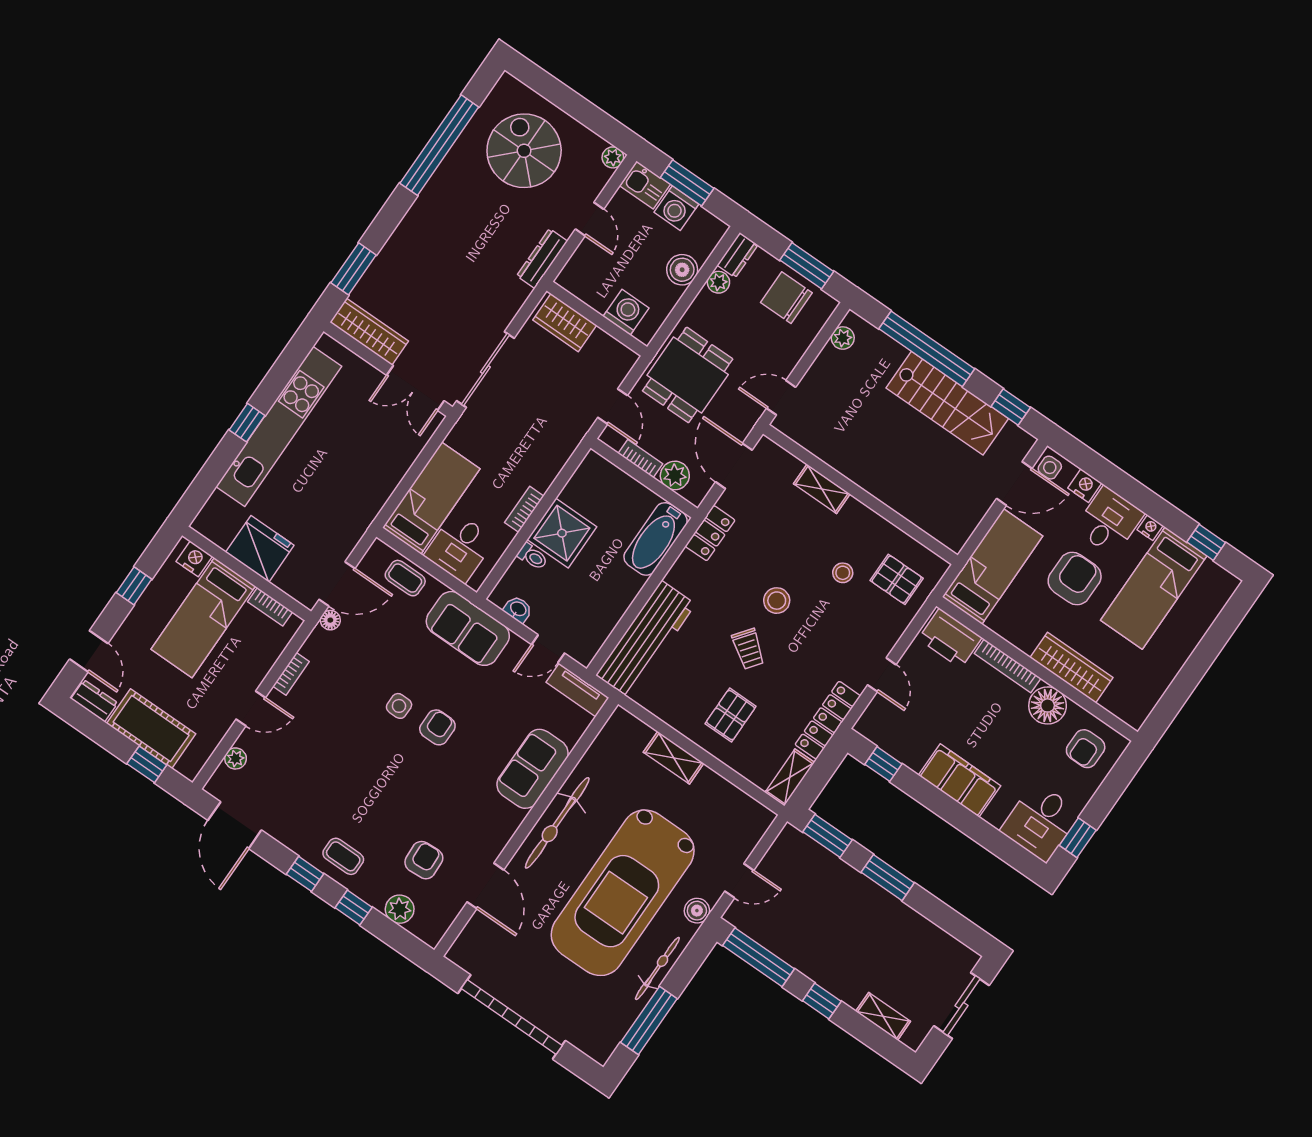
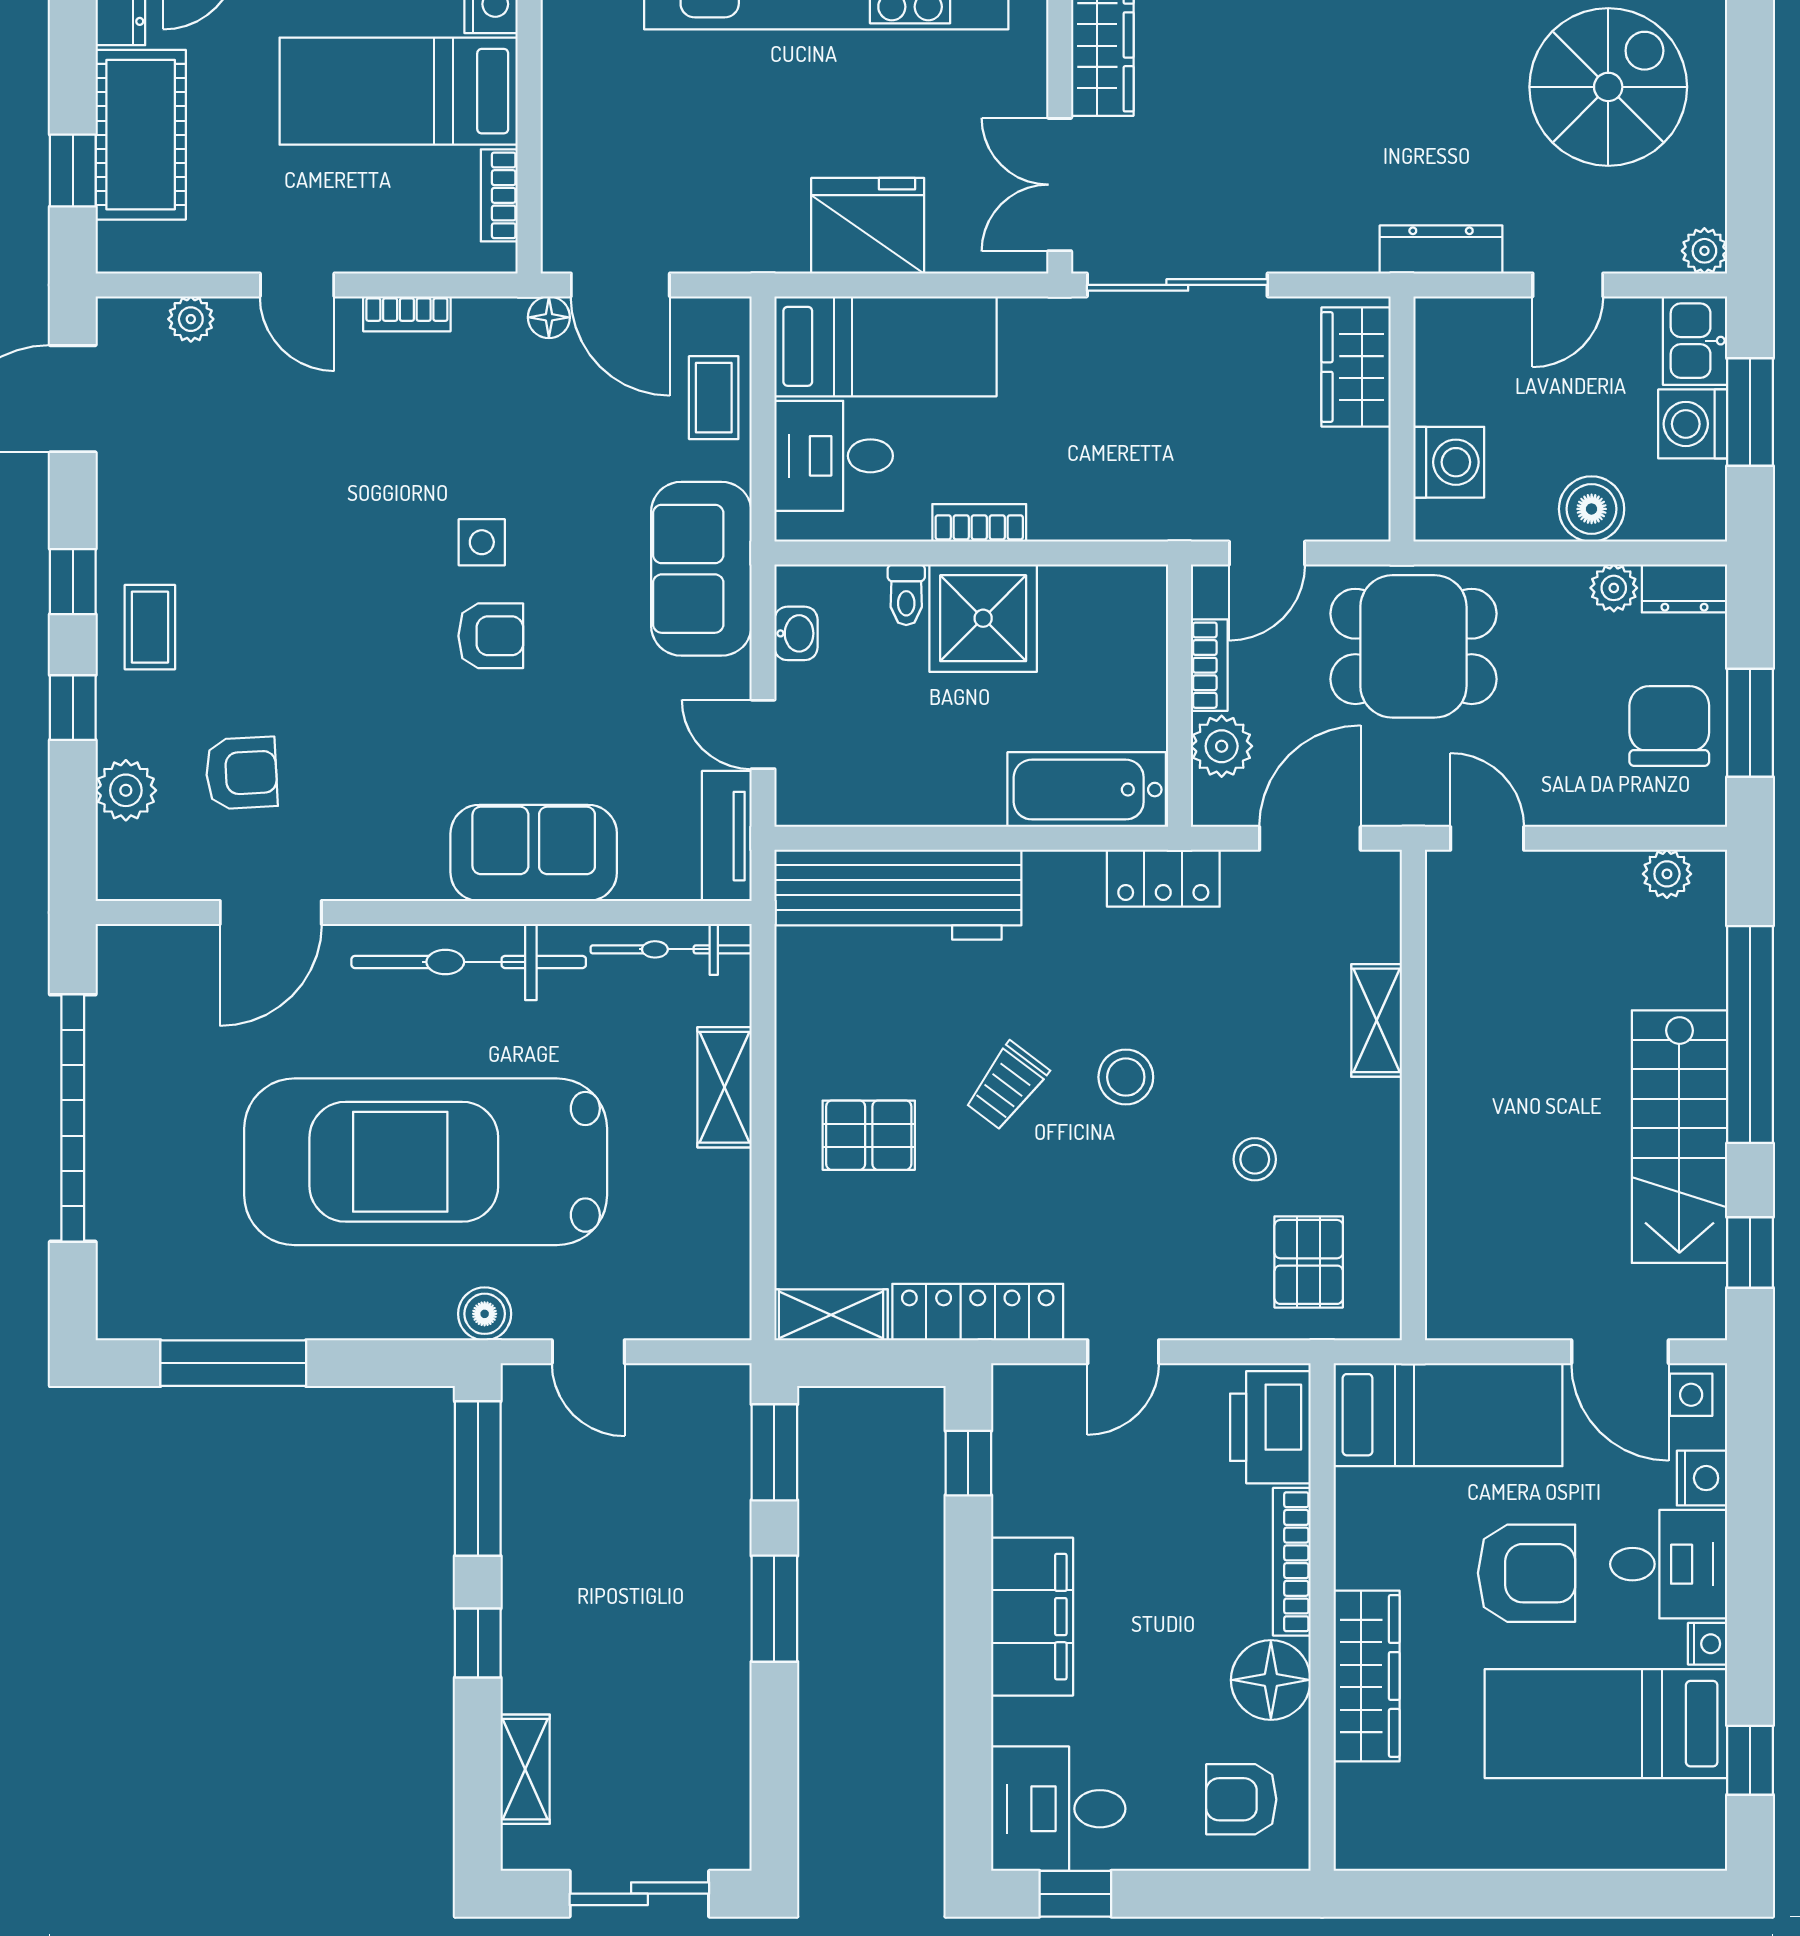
fridge: (260, 549) -> (868, 226), moved, turned -90
bicycle: (657, 968) -> (671, 949), moved, turned 180

